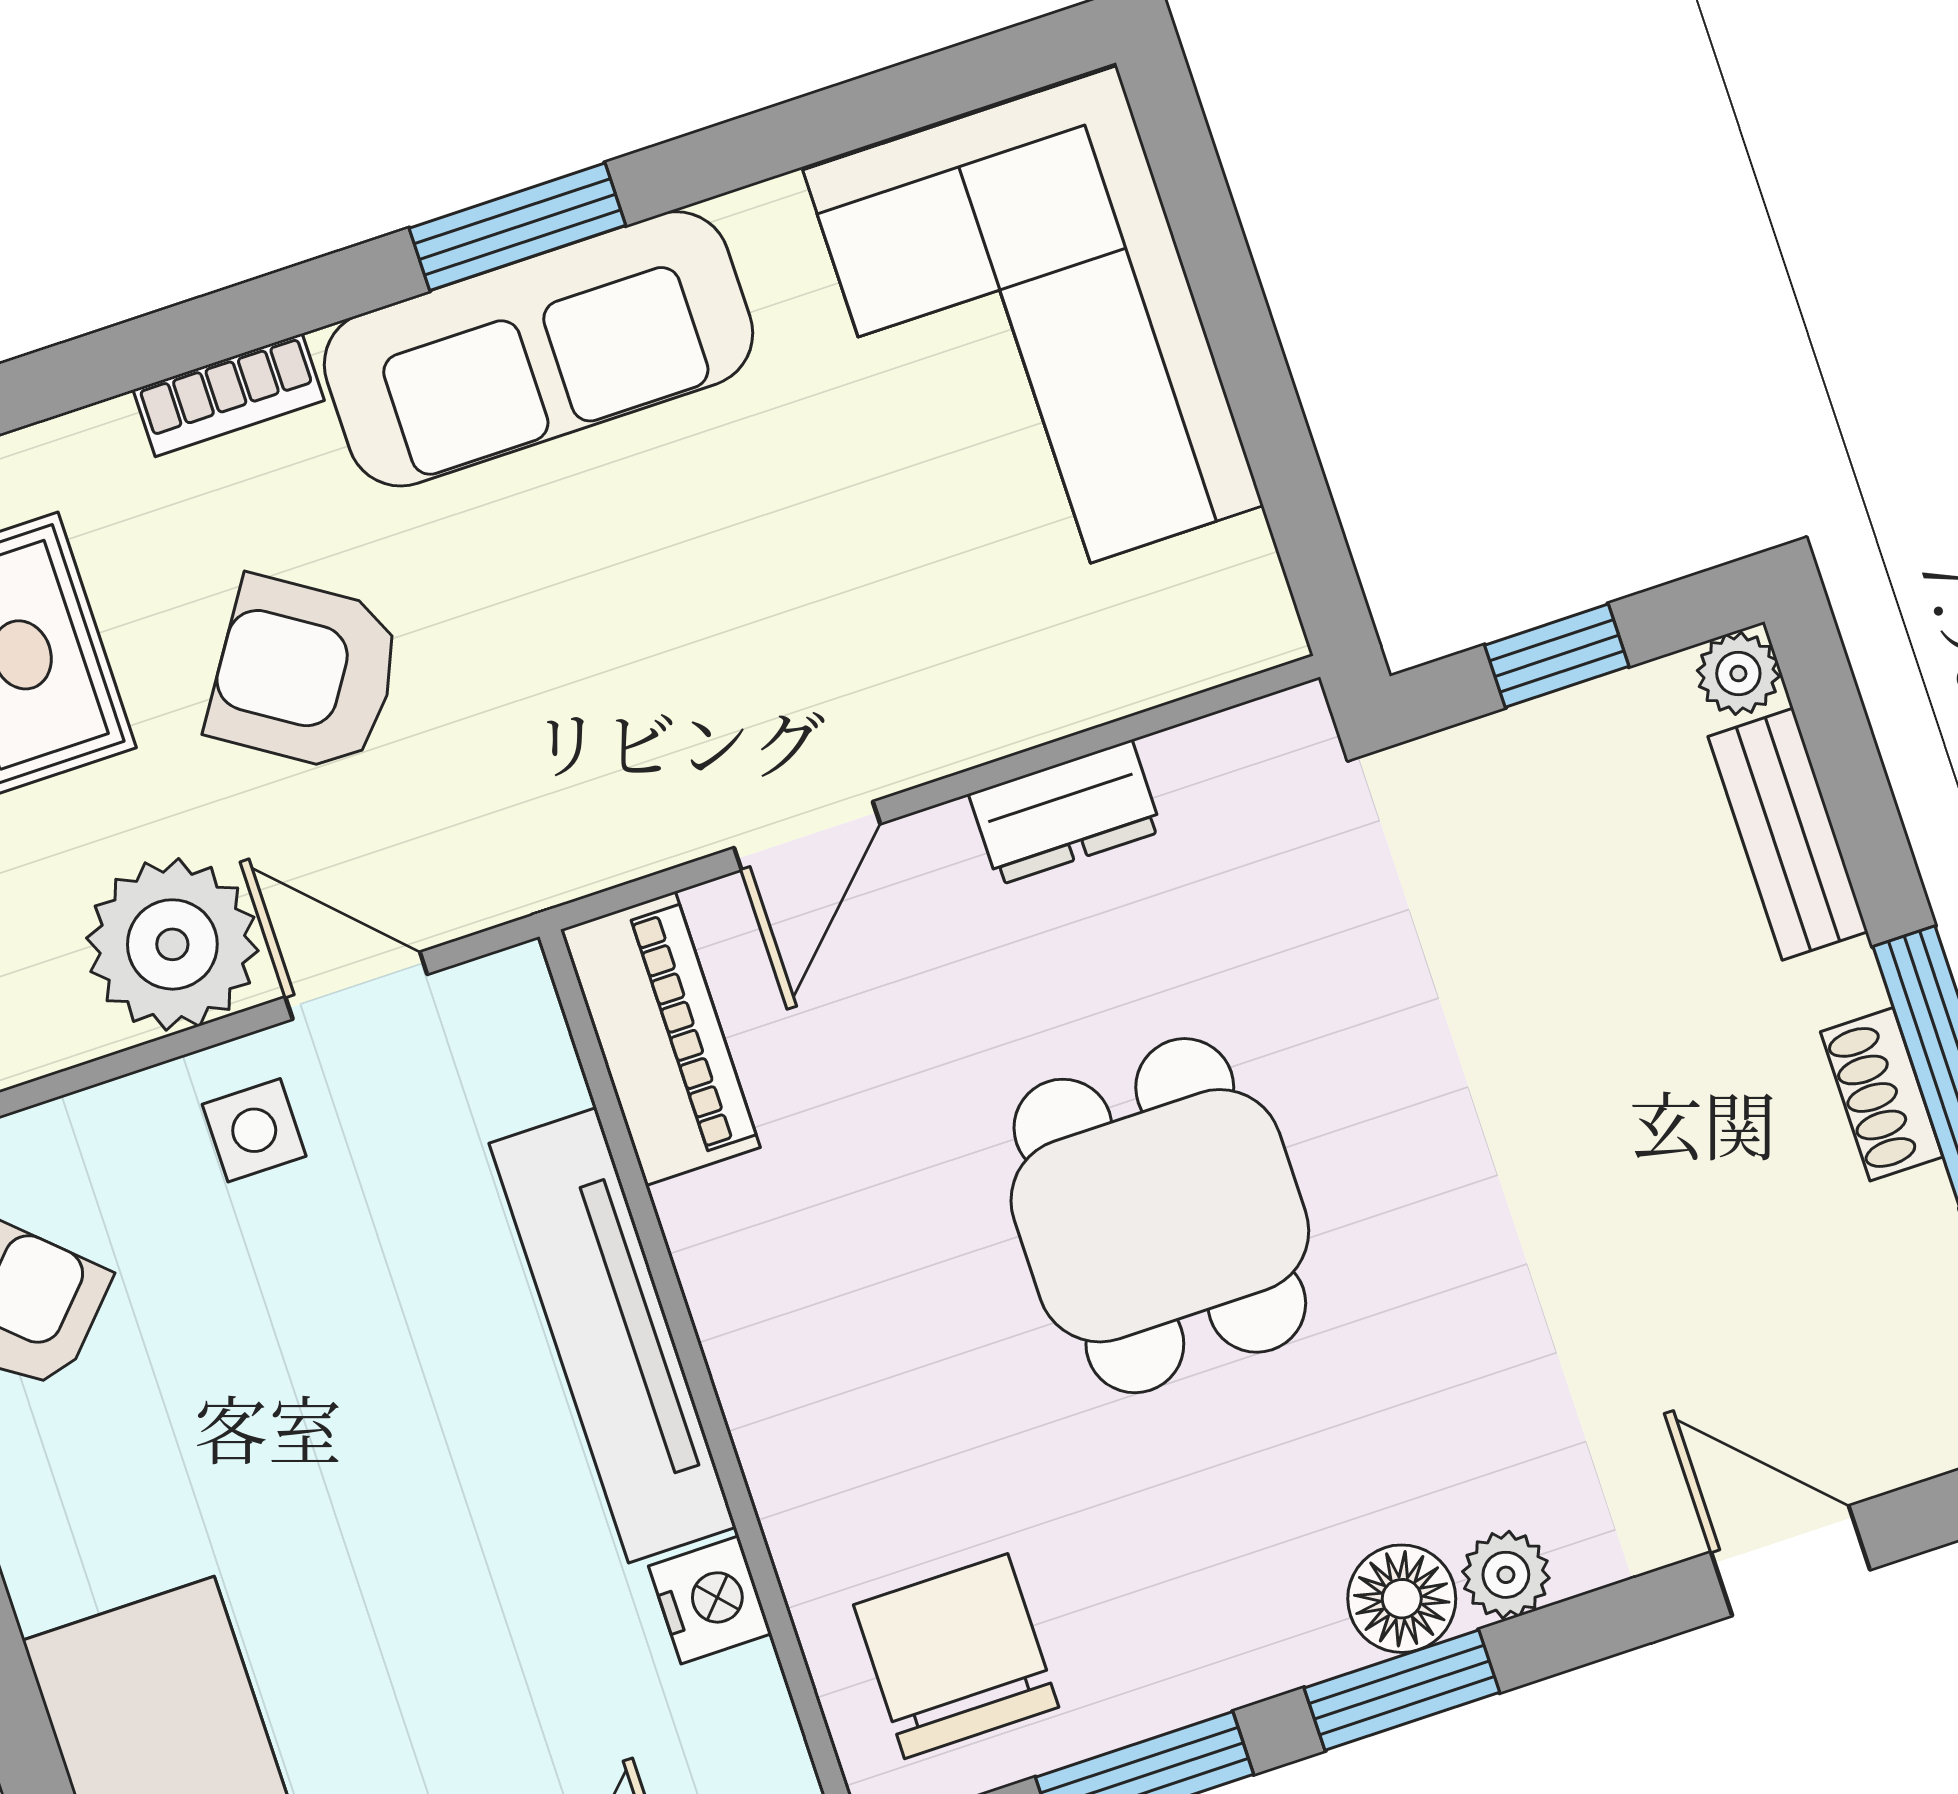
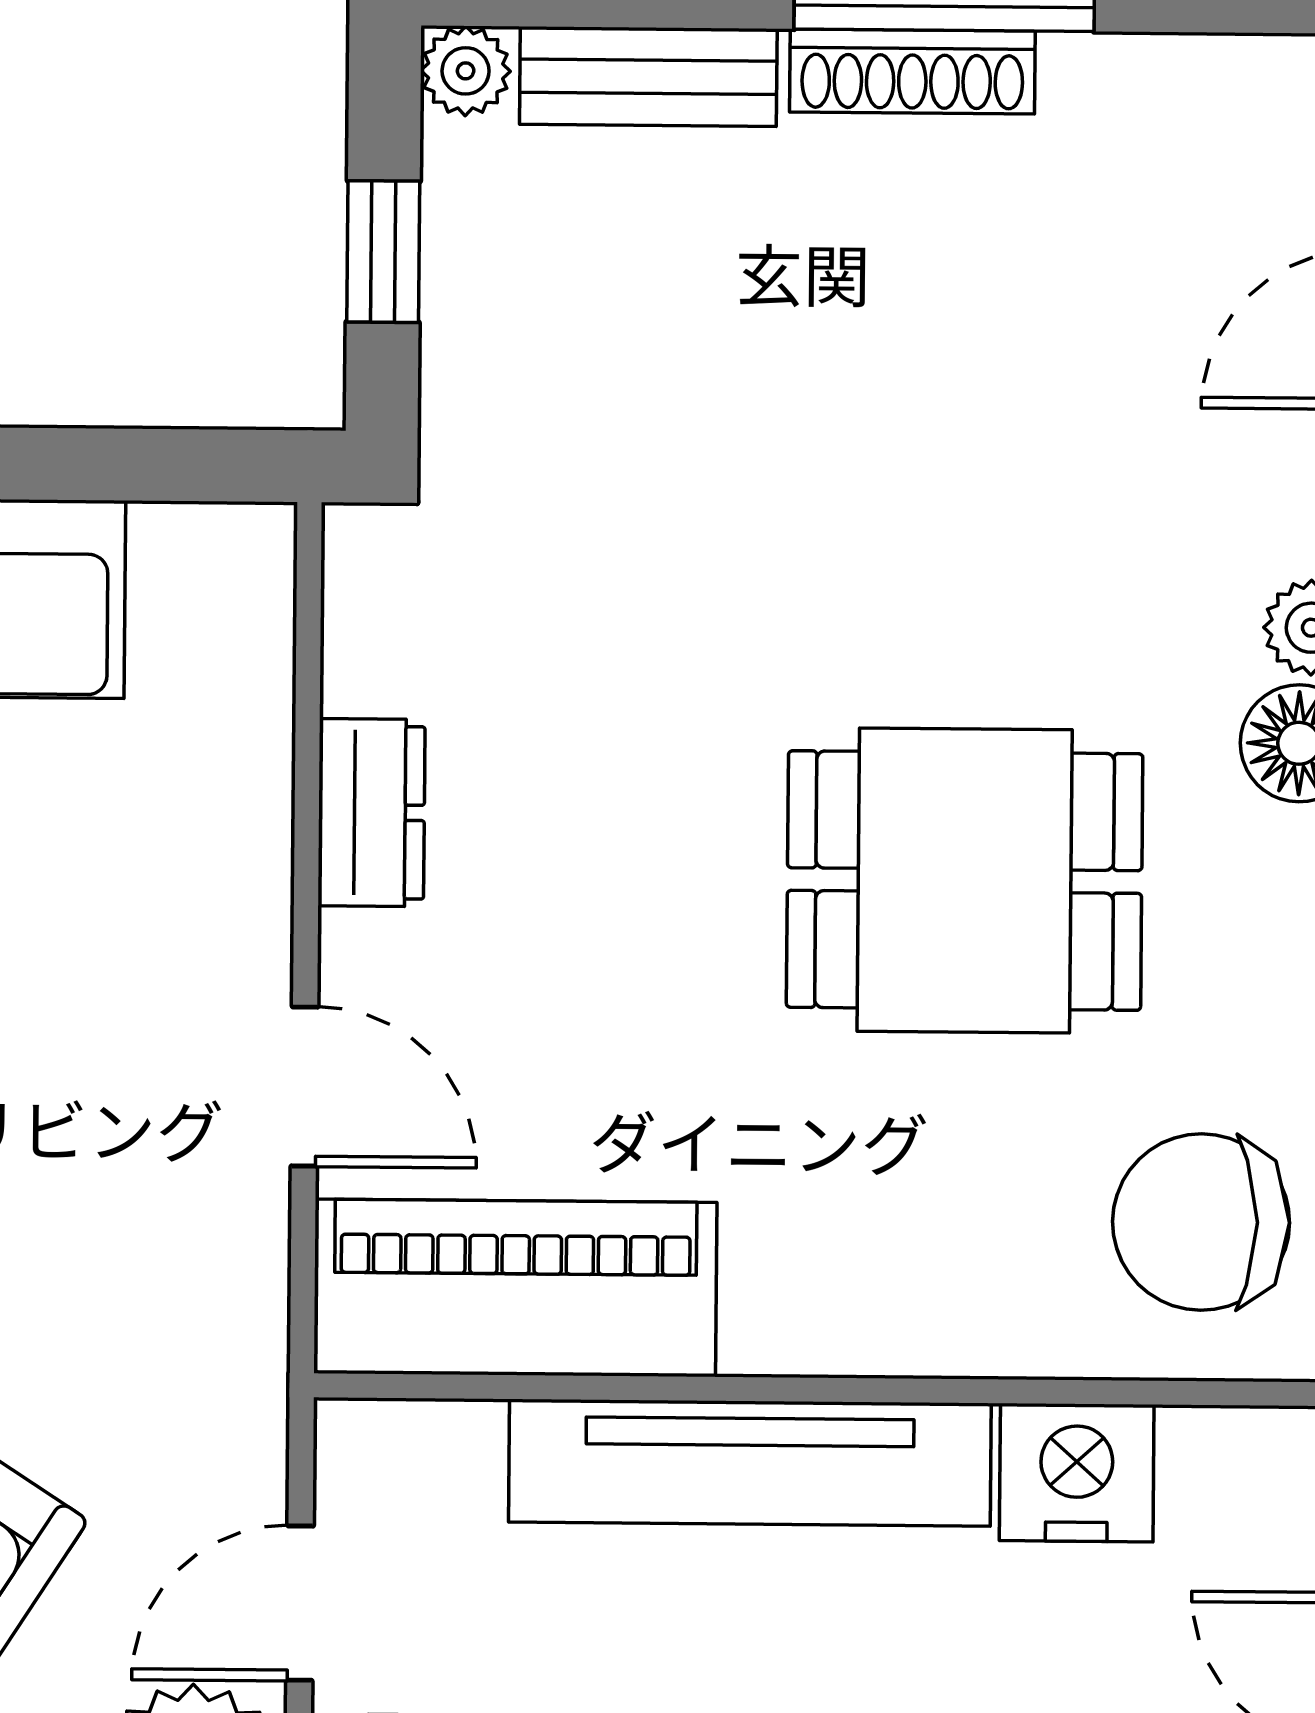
piano: (660, 1039) -> (515, 1288), width x1.37, depth x1.33
shoe rack: (1882, 1094) -> (912, 72), width x1.43
dining table: (1160, 1216) -> (965, 881), moved
nightstand: (710, 1600) -> (1077, 1473), width x1.36, depth x1.33

